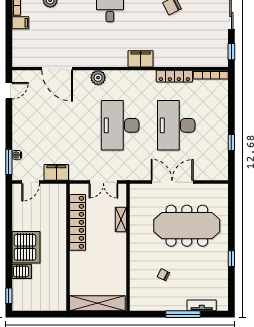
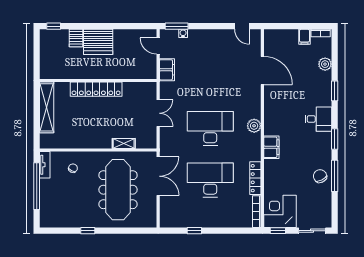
corner desk: (210, 49) -> (280, 211), added
door: (57, 69) -> (262, 70), swing flipped
plant: (98, 78) -> (254, 126), moved
double door: (103, 182) -> (158, 113), swing flipped
shelving: (121, 219) -> (124, 143), moved
locker: (77, 222) -> (96, 89), moved
wall: (128, 247) -> (98, 150), moved
tv unit: (202, 305) -> (45, 165), moved
window: (183, 314) -> (37, 186), width x1.46

